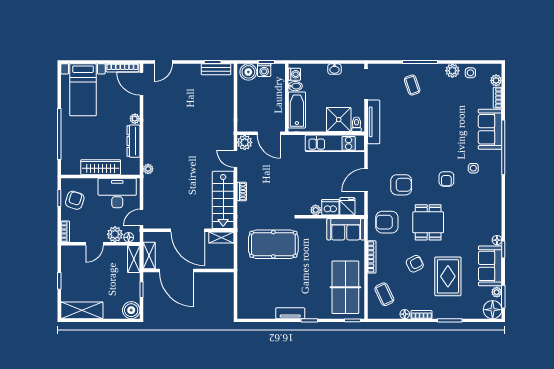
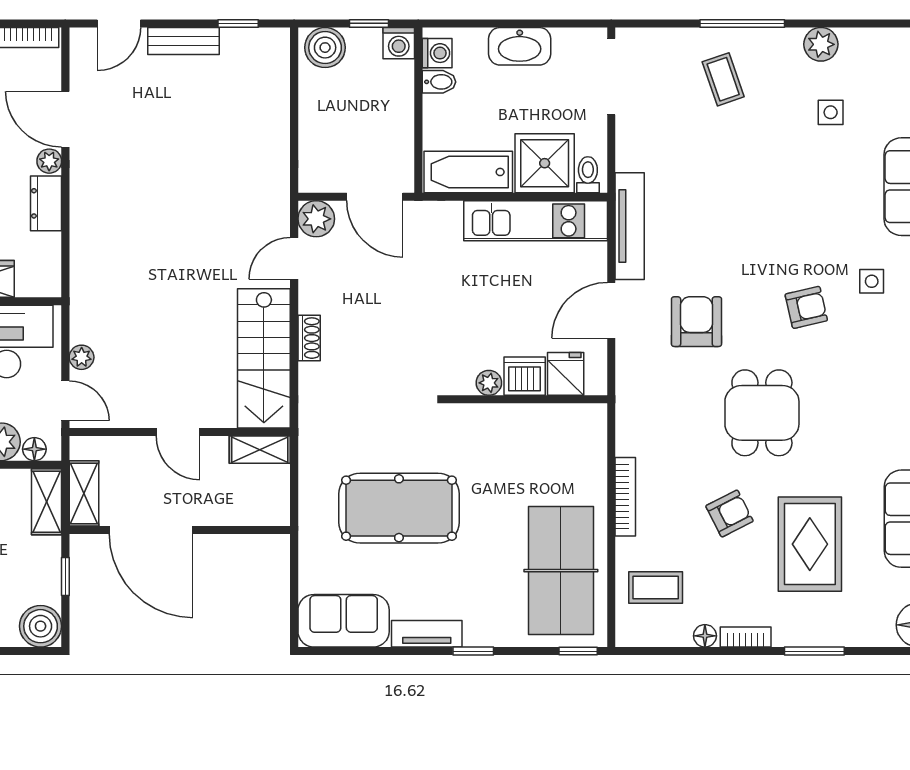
bench: (216, 69) -> (183, 41), moved
washbasin: (334, 69) -> (520, 46), width x1.91, depth x1.45
washing machine: (264, 70) -> (399, 43), moved
side table: (470, 73) -> (831, 112), moved
door: (141, 84) -> (65, 119), moved
bathtub: (297, 110) -> (468, 172), moved, turned -90
tv unit: (374, 122) -> (630, 226), moved
dresser: (133, 141) -> (46, 203), width x0.70
door: (236, 159) -> (294, 258), hinge flipped
plant: (148, 169) -> (82, 357), moved
armchair: (446, 179) -> (806, 307), turned -103
armchair: (401, 185) -> (696, 322), turned -90
door: (141, 217) -> (65, 401), swing flipped
armchair: (387, 222) -> (662, 412), removed
sofa: (346, 229) -> (344, 621), moved, turned 180
door: (188, 230) -> (178, 432), width x0.53
pool table: (273, 244) -> (399, 508), moved
coffee table: (384, 294) -> (656, 588), turned -65

